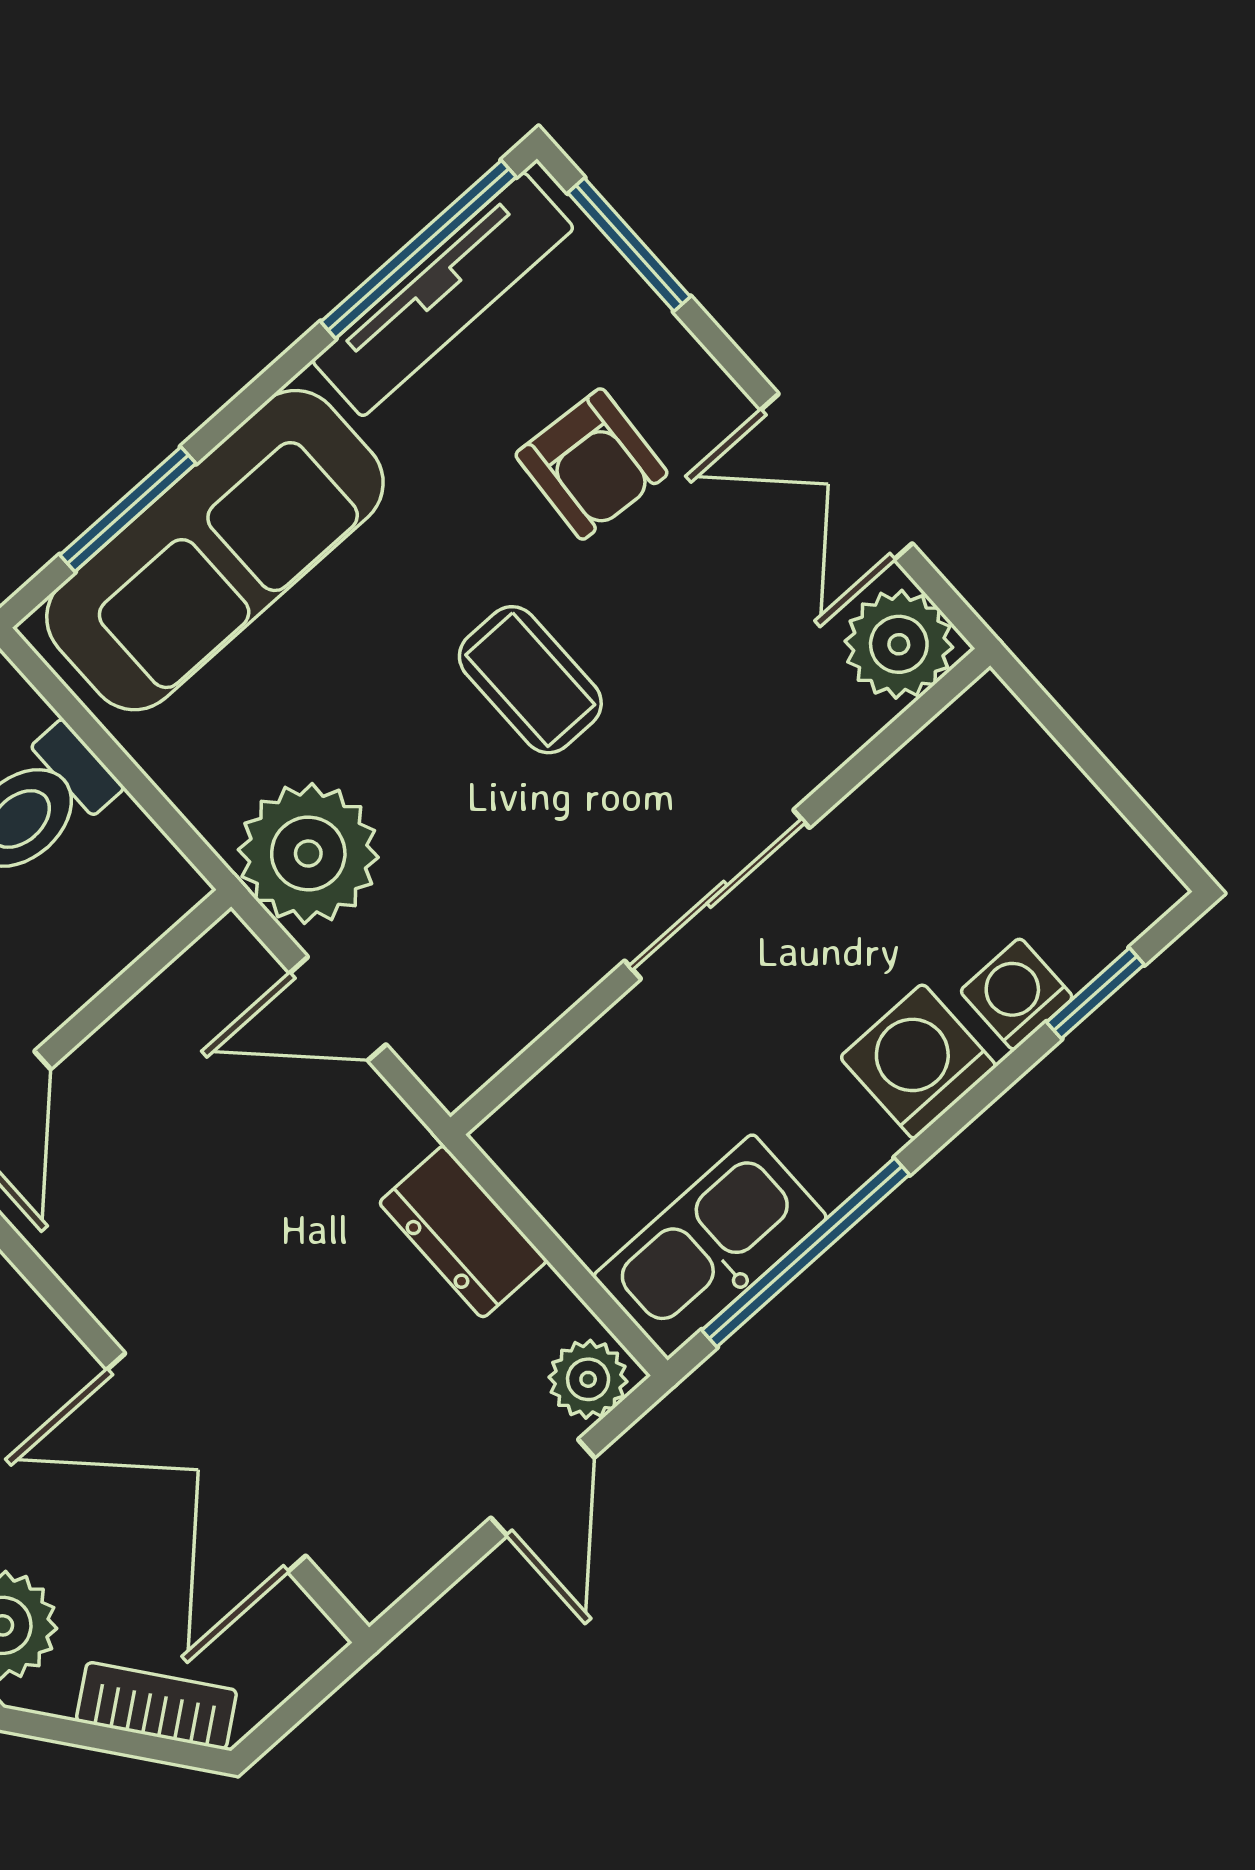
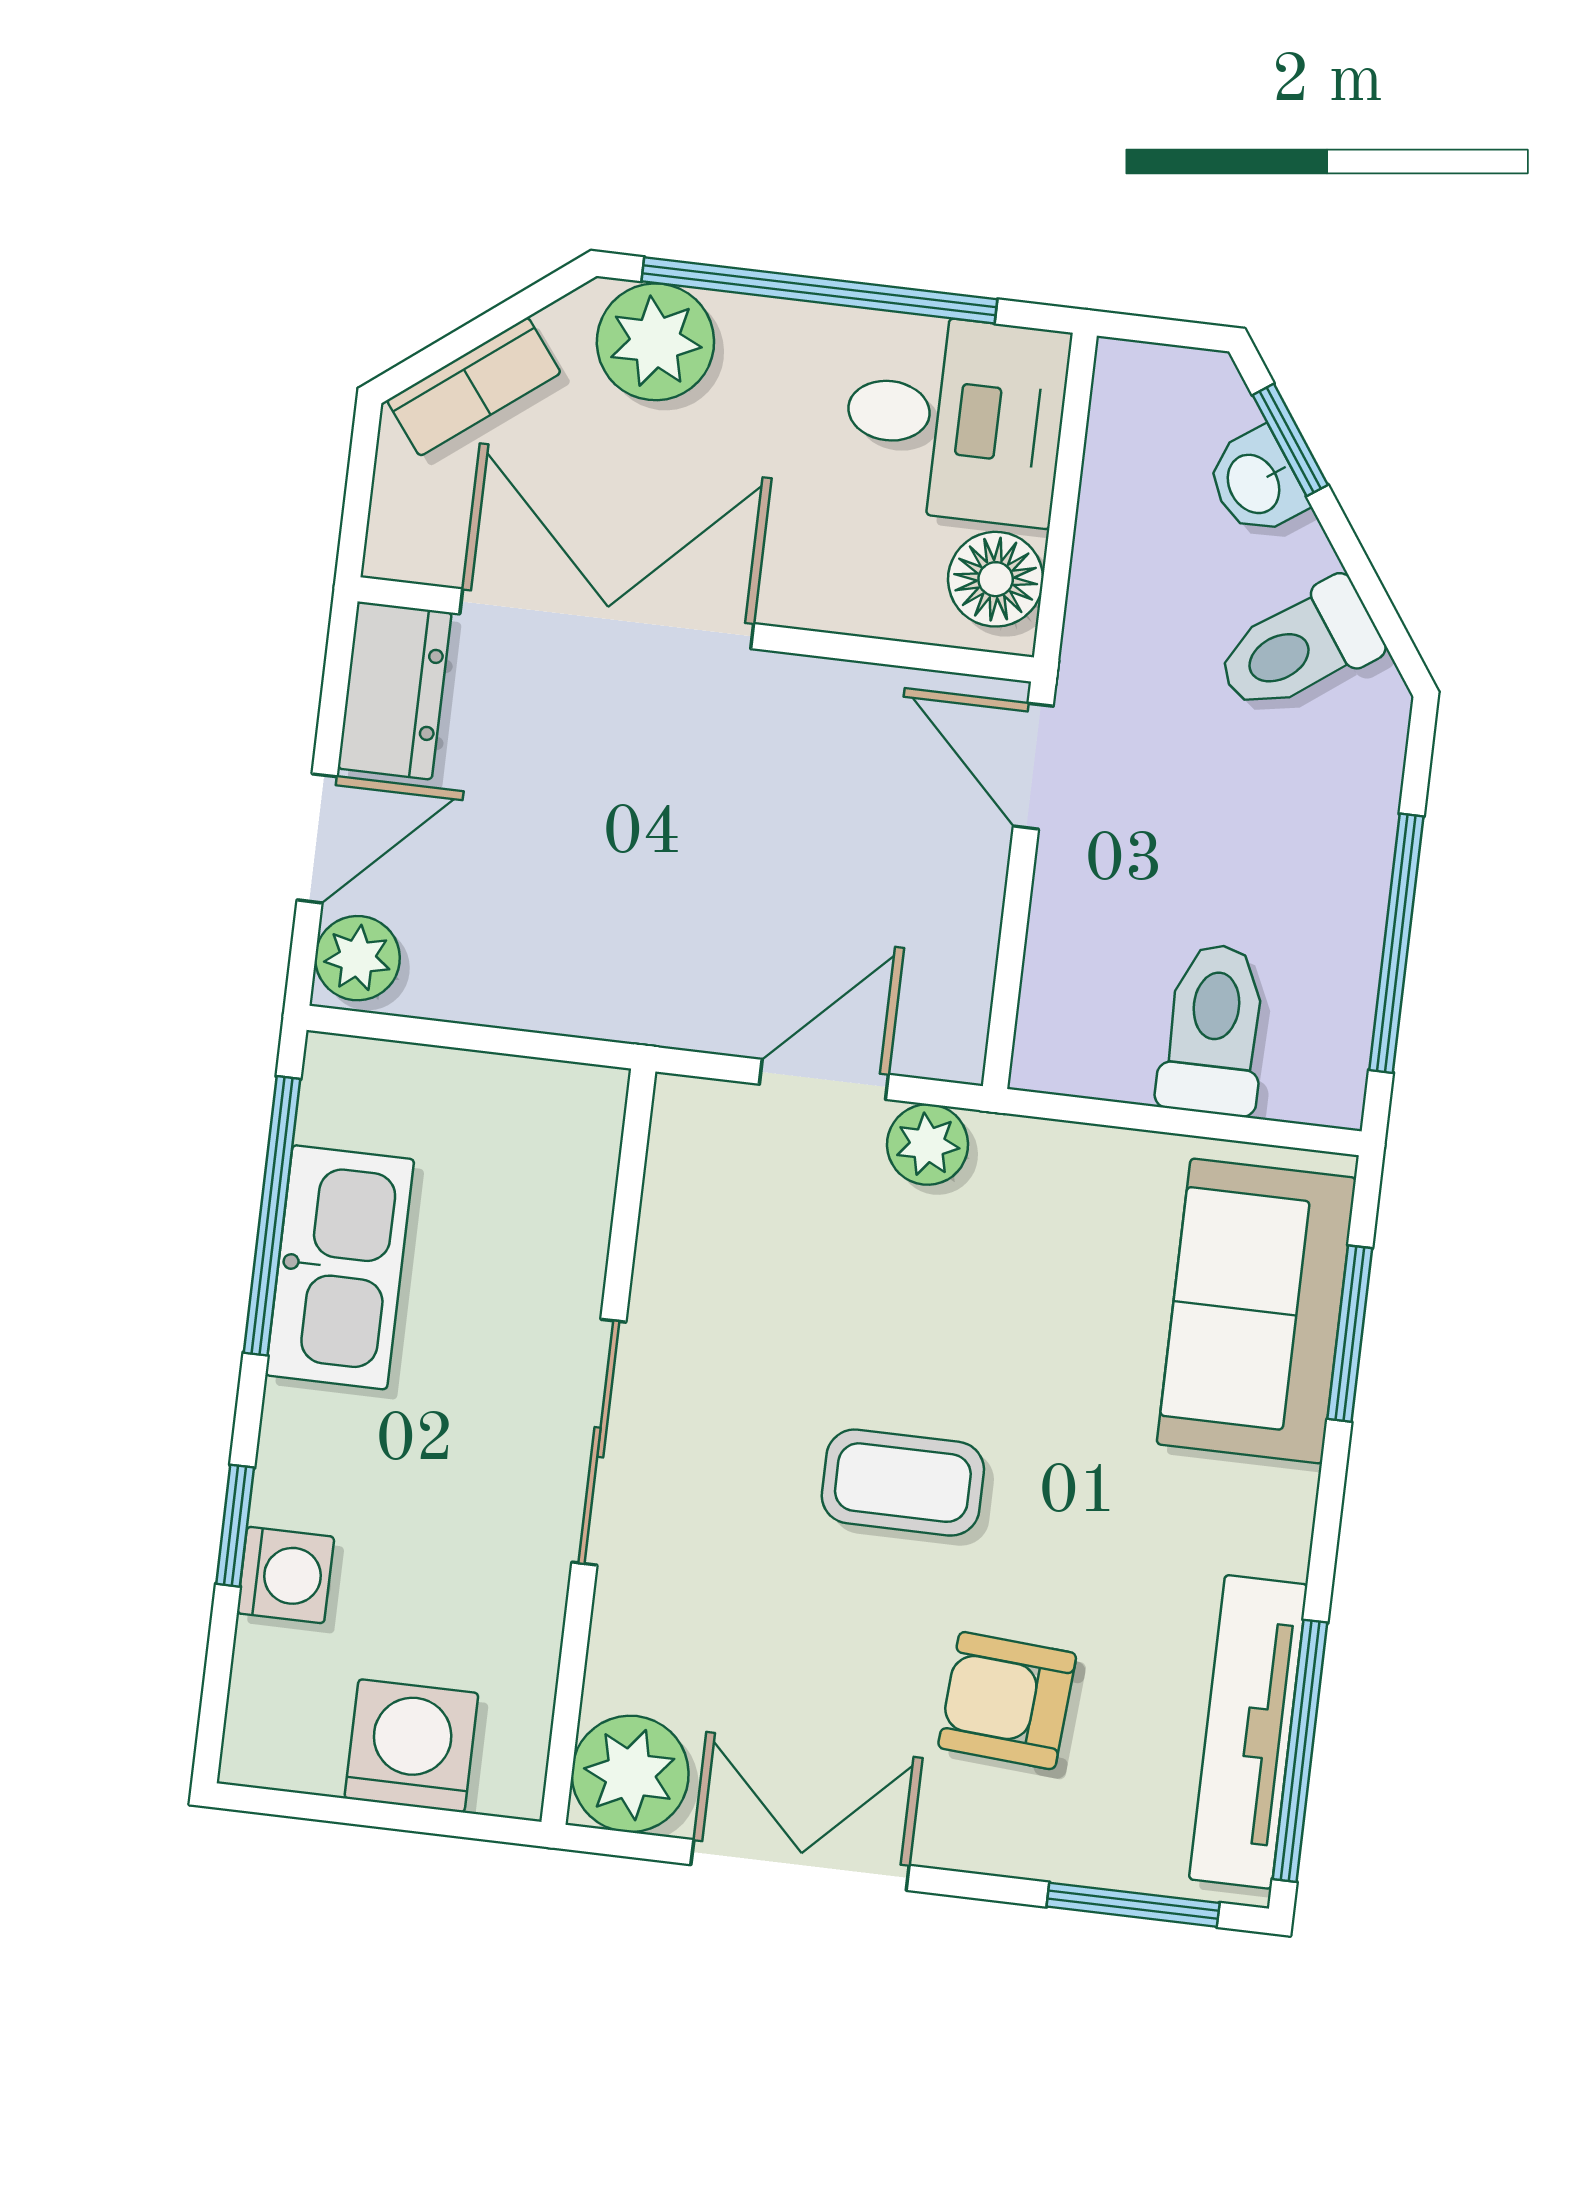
sofa: (215, 550) -> (1256, 1311), width x0.73
plant: (308, 853) -> (928, 1145), width x0.53, depth x0.53
window: (1095, 993) -> (235, 1526), moved
washing machine: (918, 1062) -> (411, 1746), moved, turned -90
dresser: (463, 1232) -> (395, 691), moved, turned 90
kitchen sink: (710, 1247) -> (340, 1267), moved
door: (543, 1488) -> (317, 838), swing flipped

